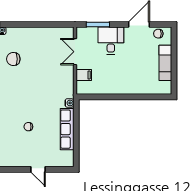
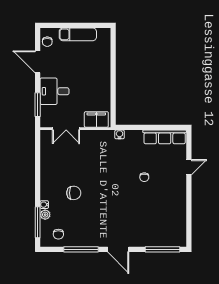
chair: (13, 59) -> (74, 193), turned -90
filing cabinet: (84, 75) -> (96, 119), width x2.00
row of seats: (67, 129) -> (165, 137), moved

